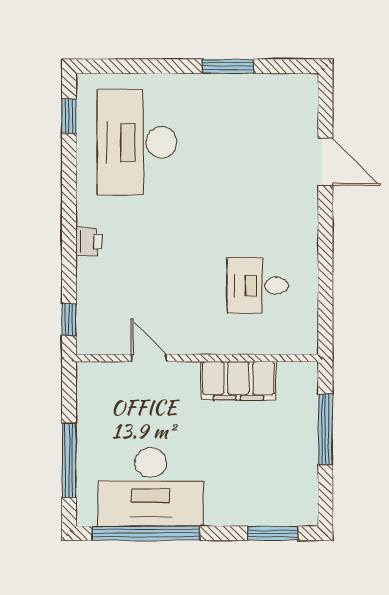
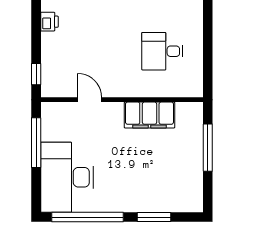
window: (69, 460) -> (36, 143), moved
desk: (151, 487) -> (67, 177), moved, turned 90
window: (273, 533) -> (154, 217), moved

